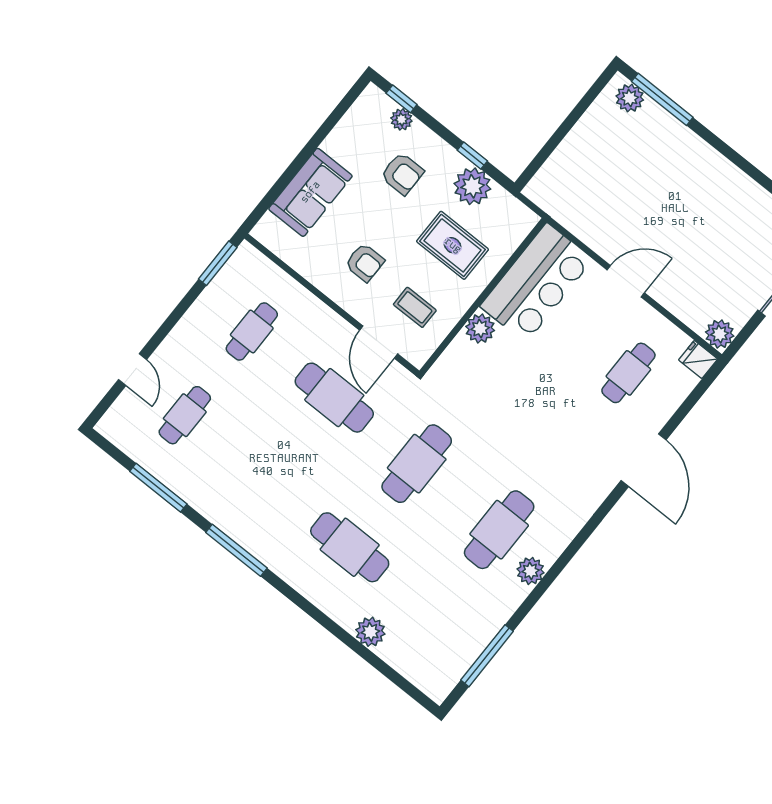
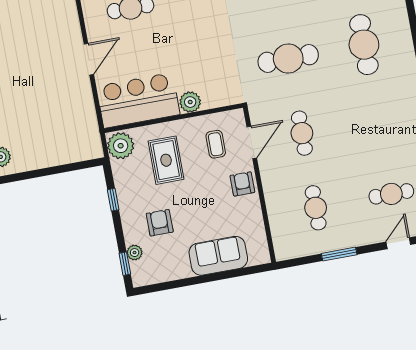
plant: (472, 186) -> (121, 146), moved
window: (218, 263) -> (339, 254), moved
armchair: (365, 263) -> (242, 184), moved
door: (626, 281) -> (89, 59), swing flipped
cafe table: (252, 332) -> (316, 208), turned 90
cafe table: (334, 398) -> (302, 133), width x0.73, depth x0.74

